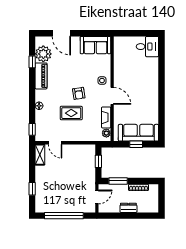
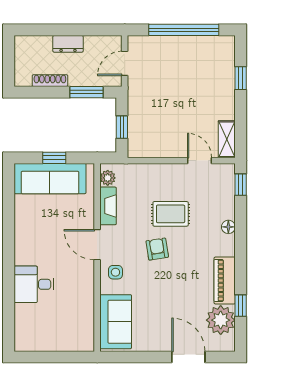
sofa: (95, 45) -> (116, 322), moved, turned 90
desk: (147, 47) -> (34, 284), moved

